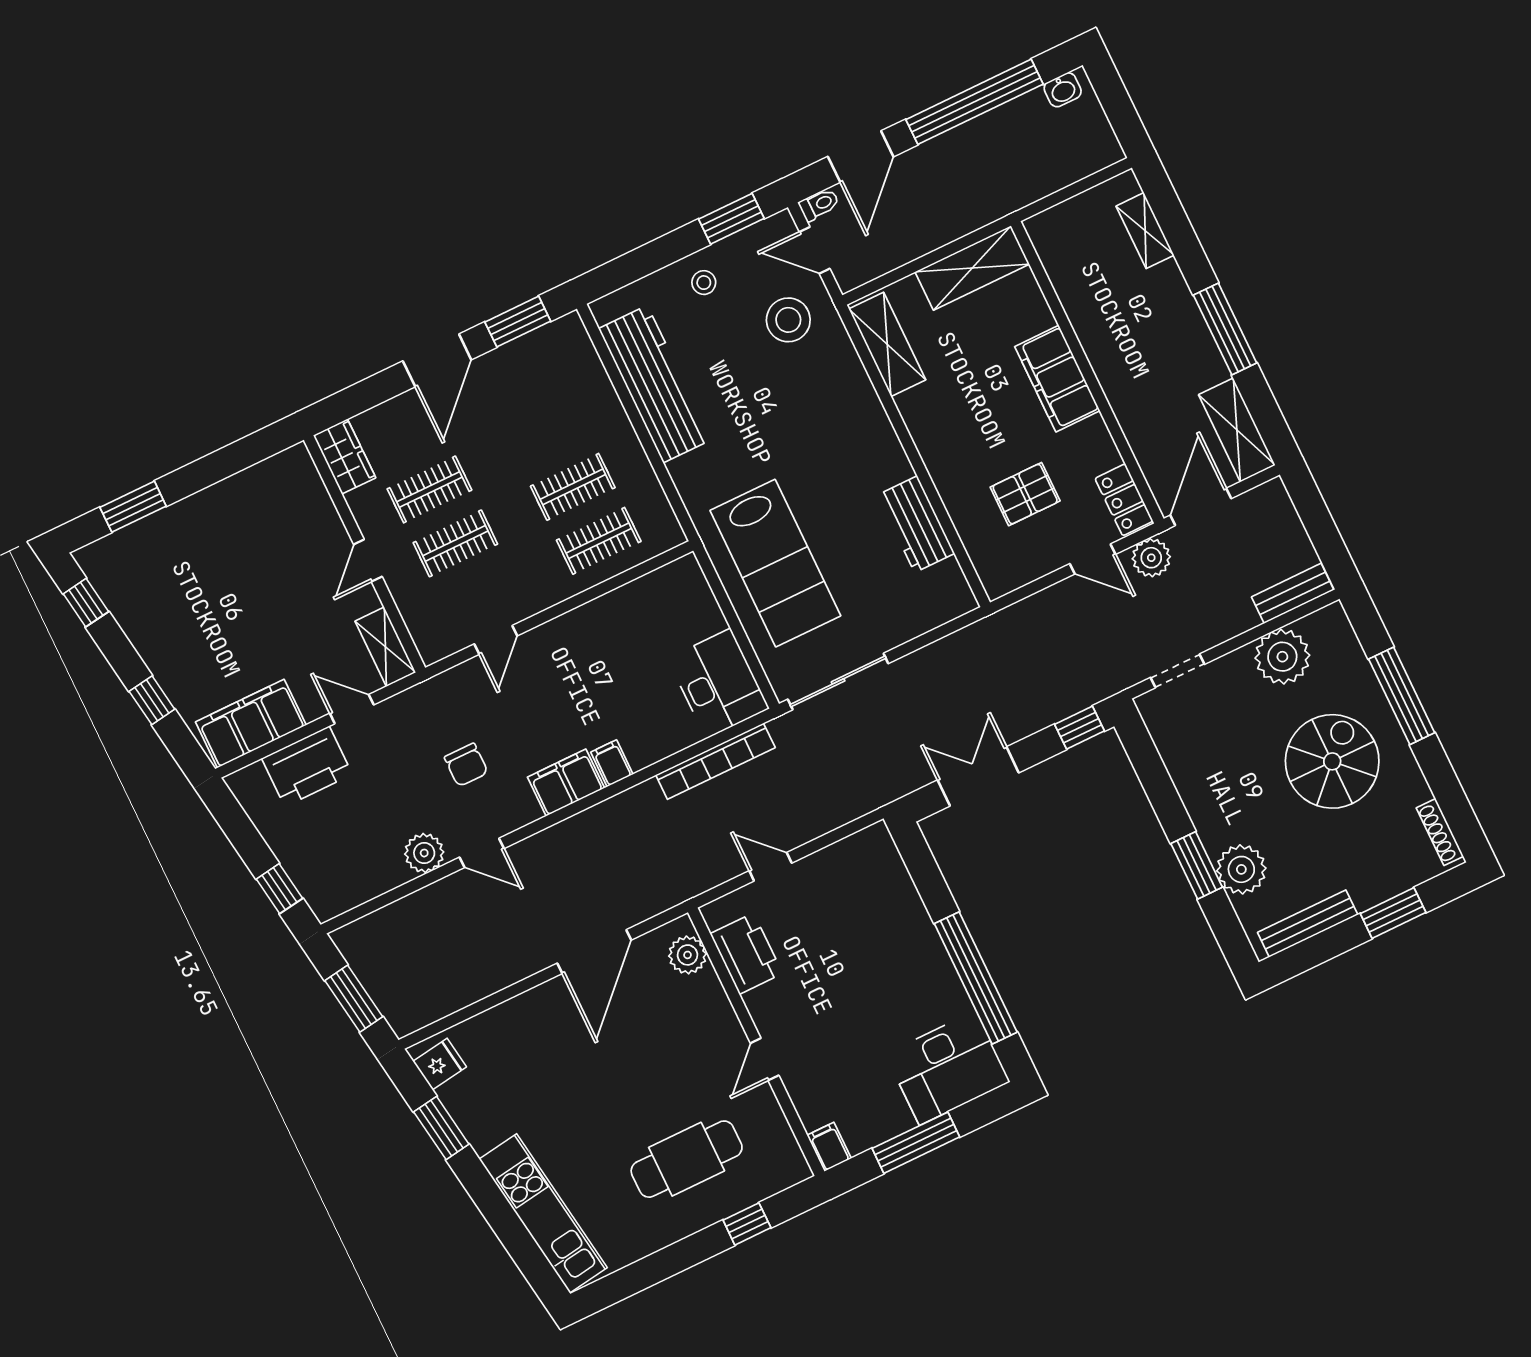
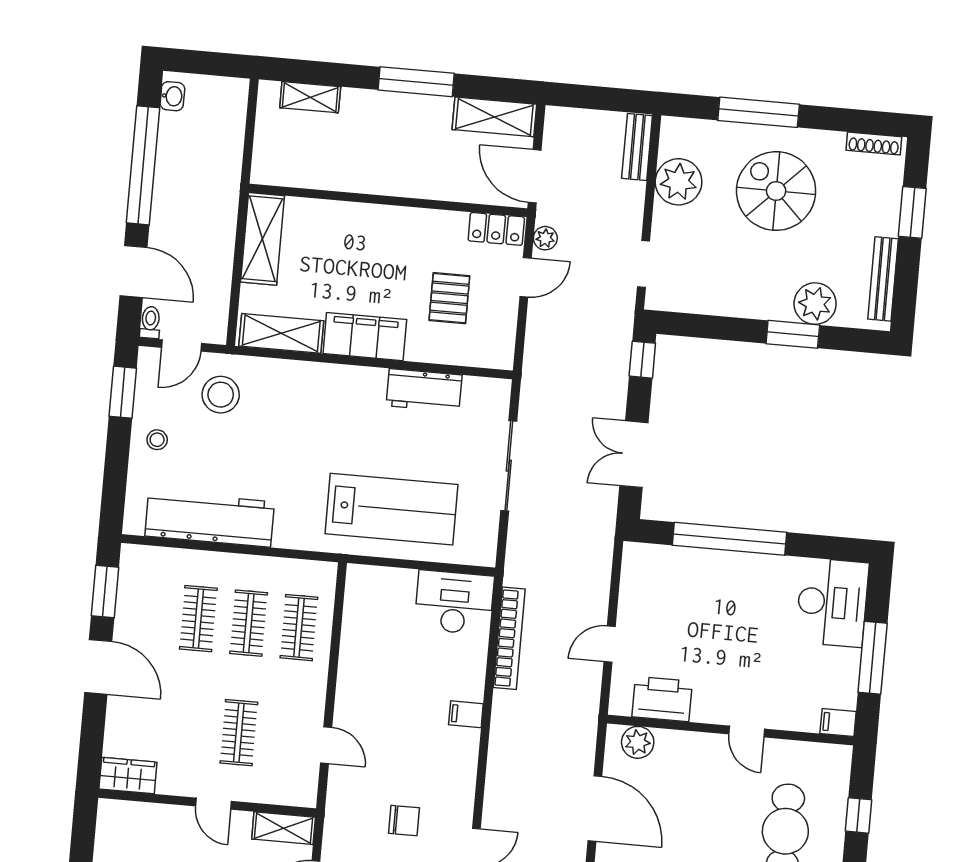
filing cabinet: (1057, 379) -> (365, 337), moved, turned 180
clothes rail: (429, 489) -> (198, 619), moved
plant: (1151, 558) -> (545, 238), width x0.73, depth x0.73
sliding door: (838, 681) -> (509, 466), moved
filing cabinet: (566, 783) -> (460, 756), removed
window: (976, 978) -> (730, 539), moved

